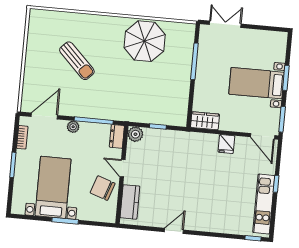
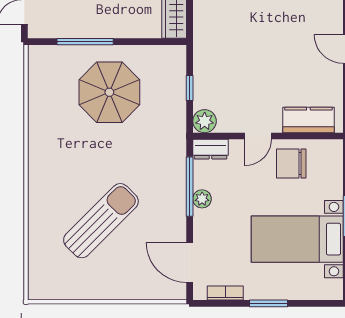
parasol: (145, 41) -> (109, 92), moved
sun lounger: (77, 61) -> (101, 221), width x1.36, depth x1.34
plant: (73, 127) -> (202, 199), moved
chair: (103, 188) -> (291, 164), turned 71

